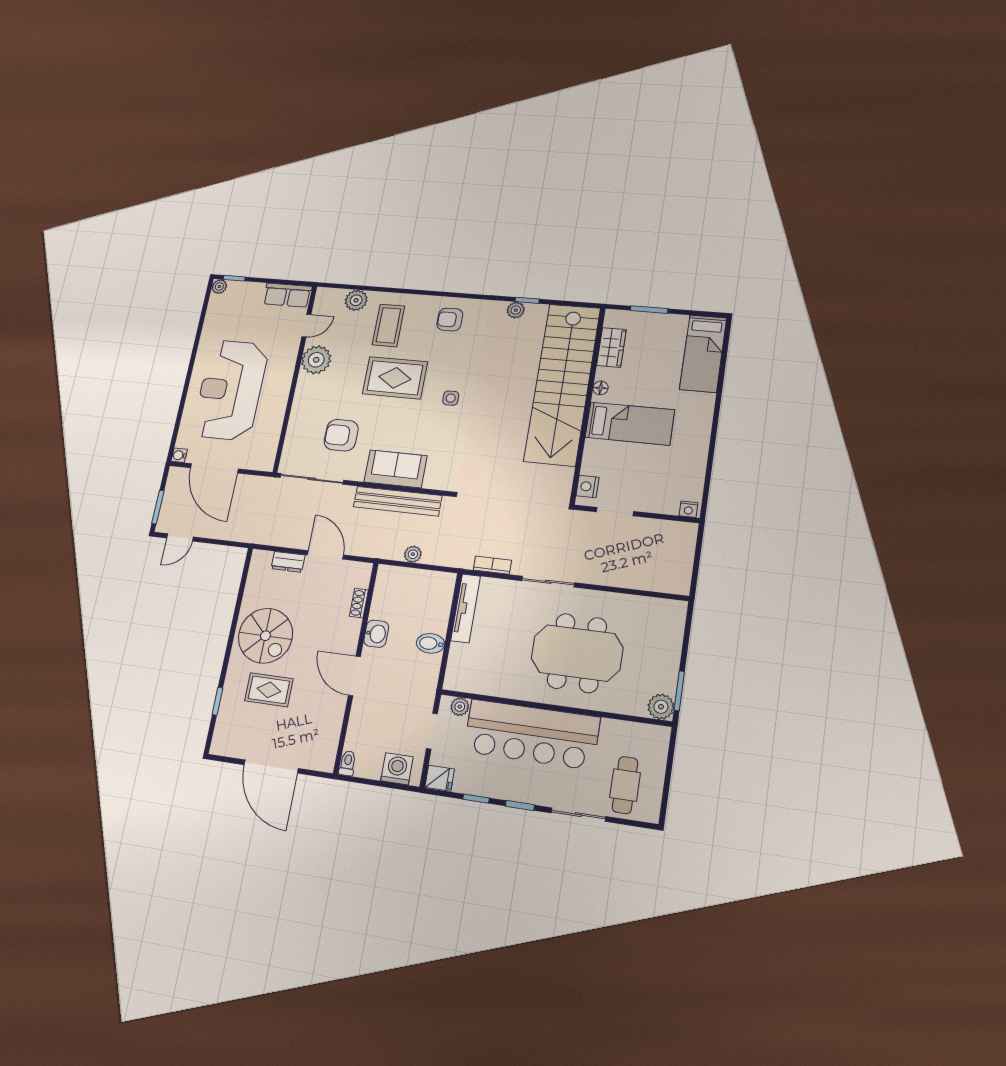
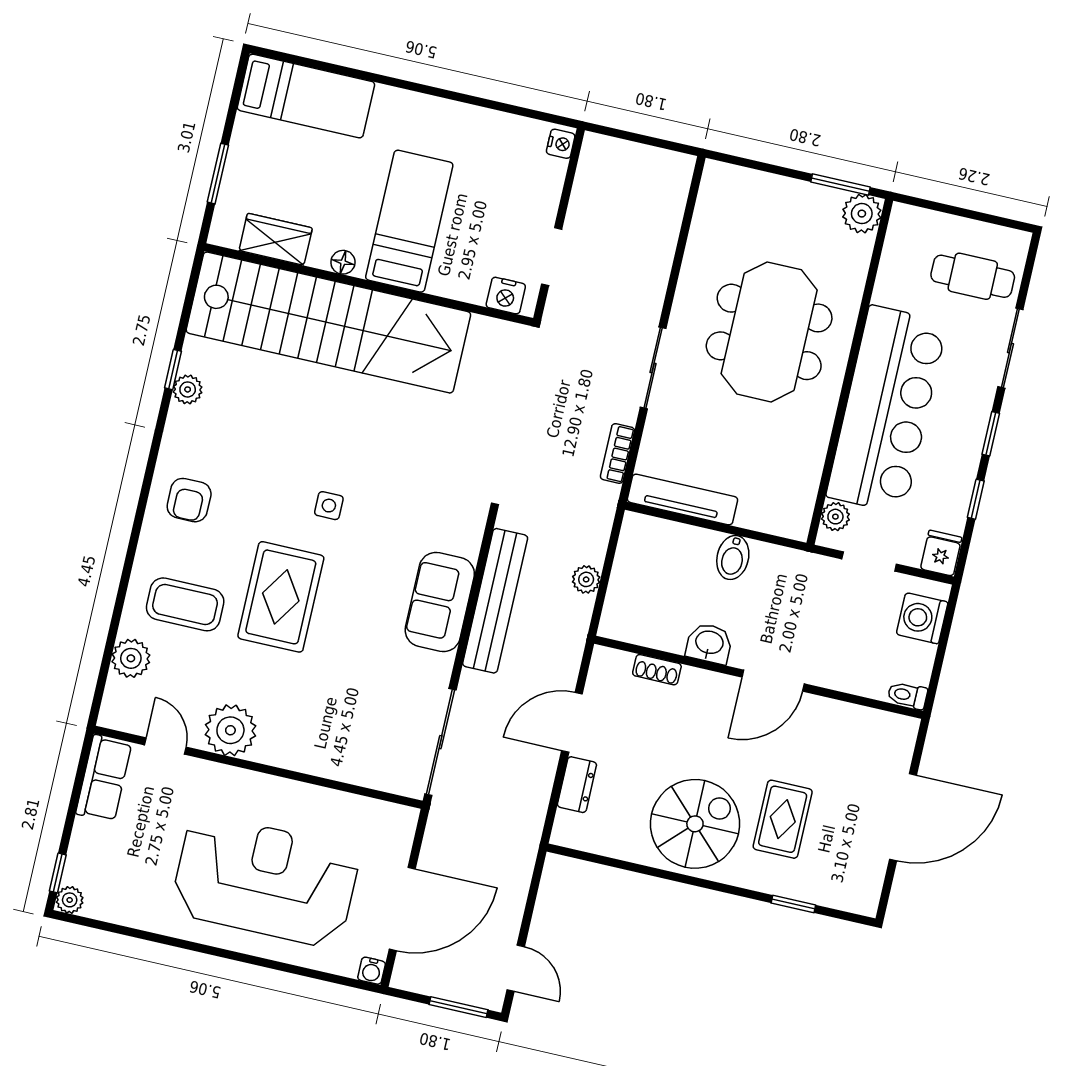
reception desk: (230, 390) -> (265, 881), turned 180
armchair: (341, 435) -> (370, 691), removed

